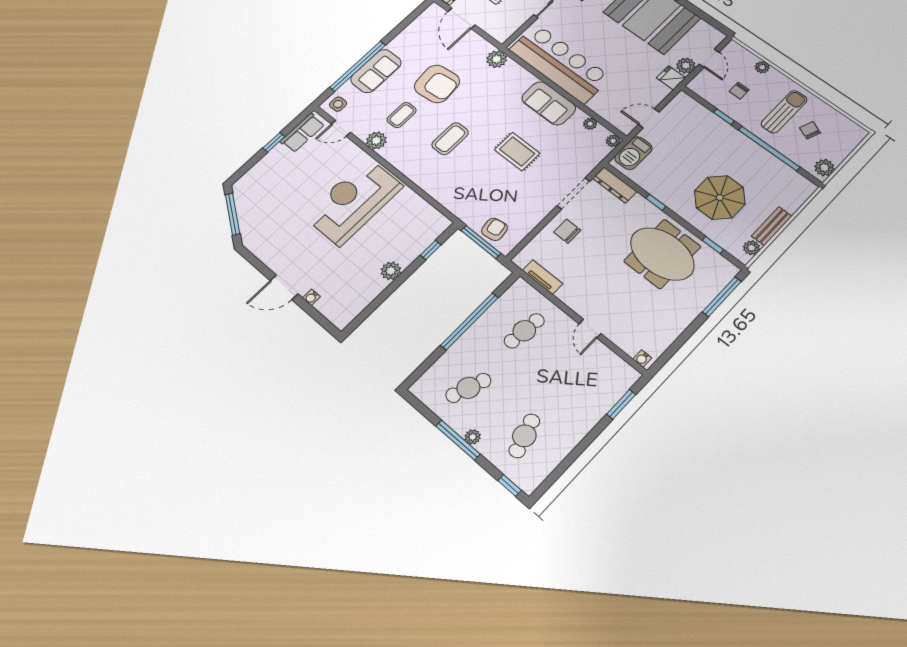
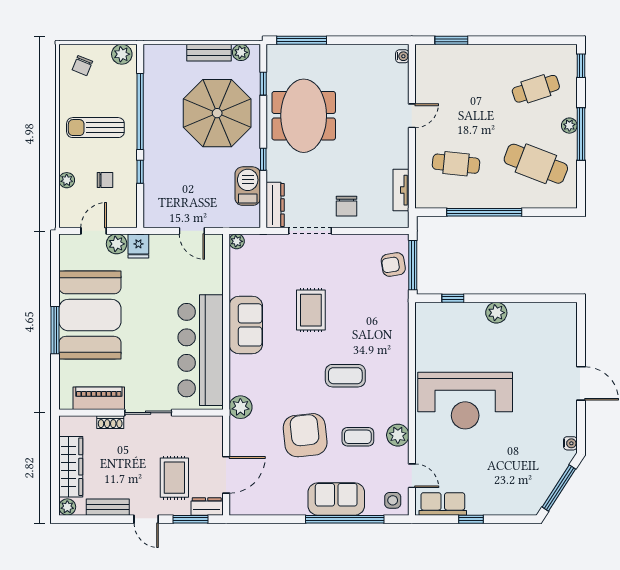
plant: (590, 124) -> (236, 274), removed
chair: (810, 130) -> (82, 66), moved
barbecue: (633, 153) -> (248, 186), moved, turned -90
parasol: (720, 198) -> (217, 113), width x1.36, depth x1.36
water cooler: (311, 297) -> (570, 443), moved
cafe table: (468, 388) -> (536, 164), width x1.37, depth x1.35

